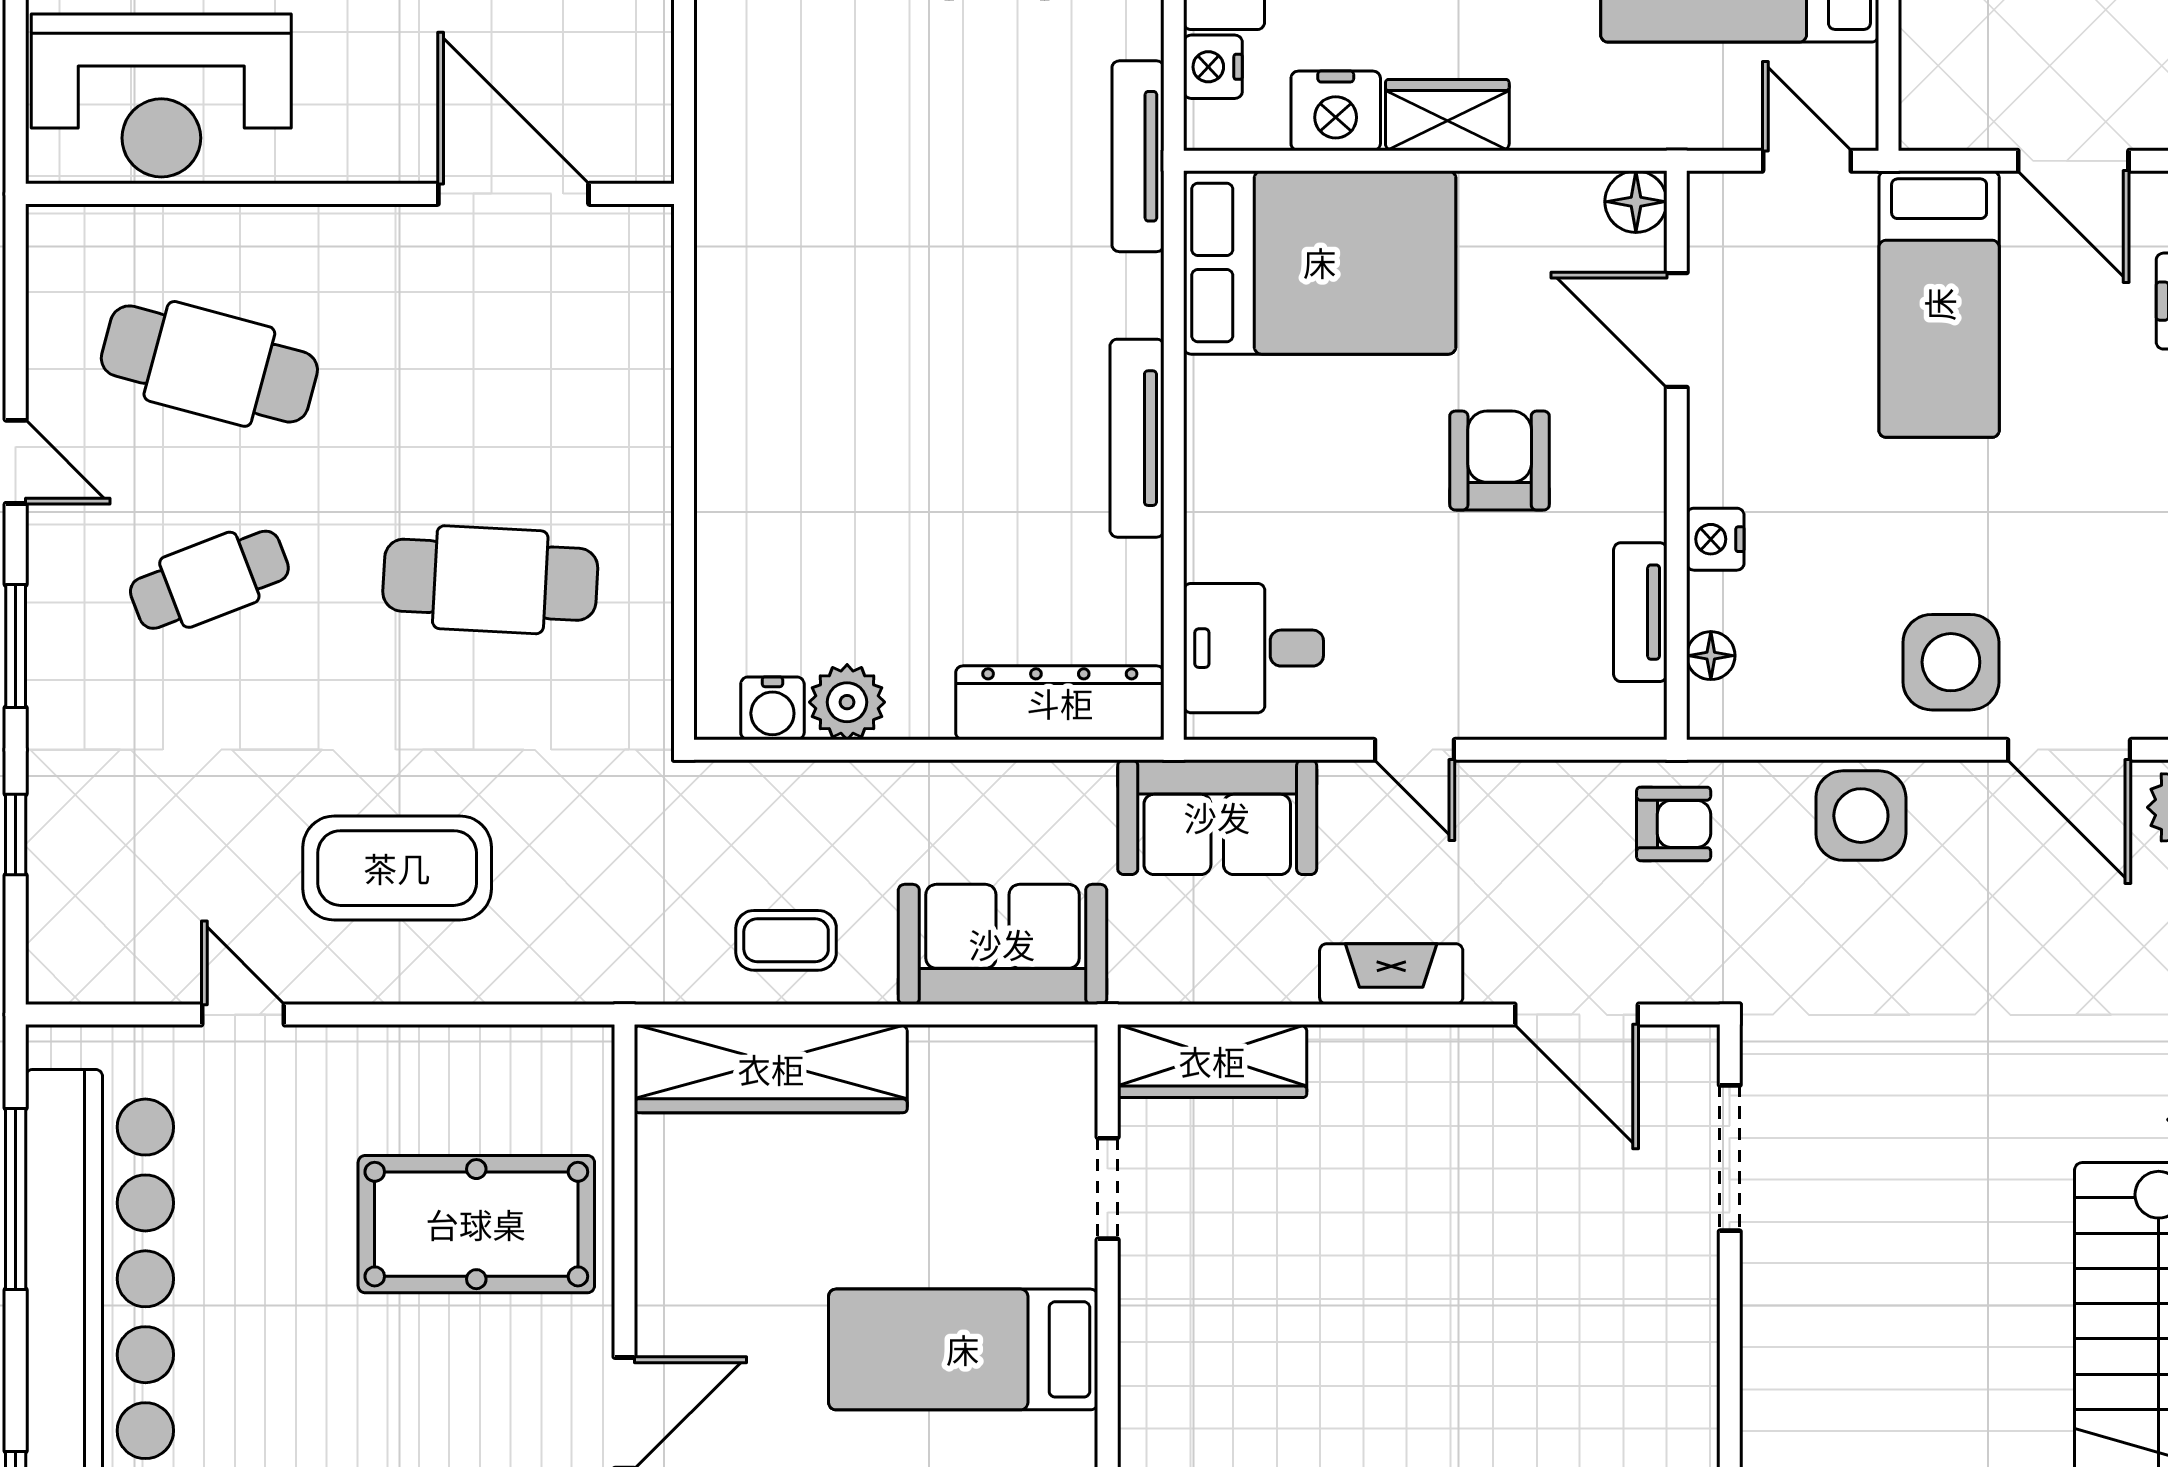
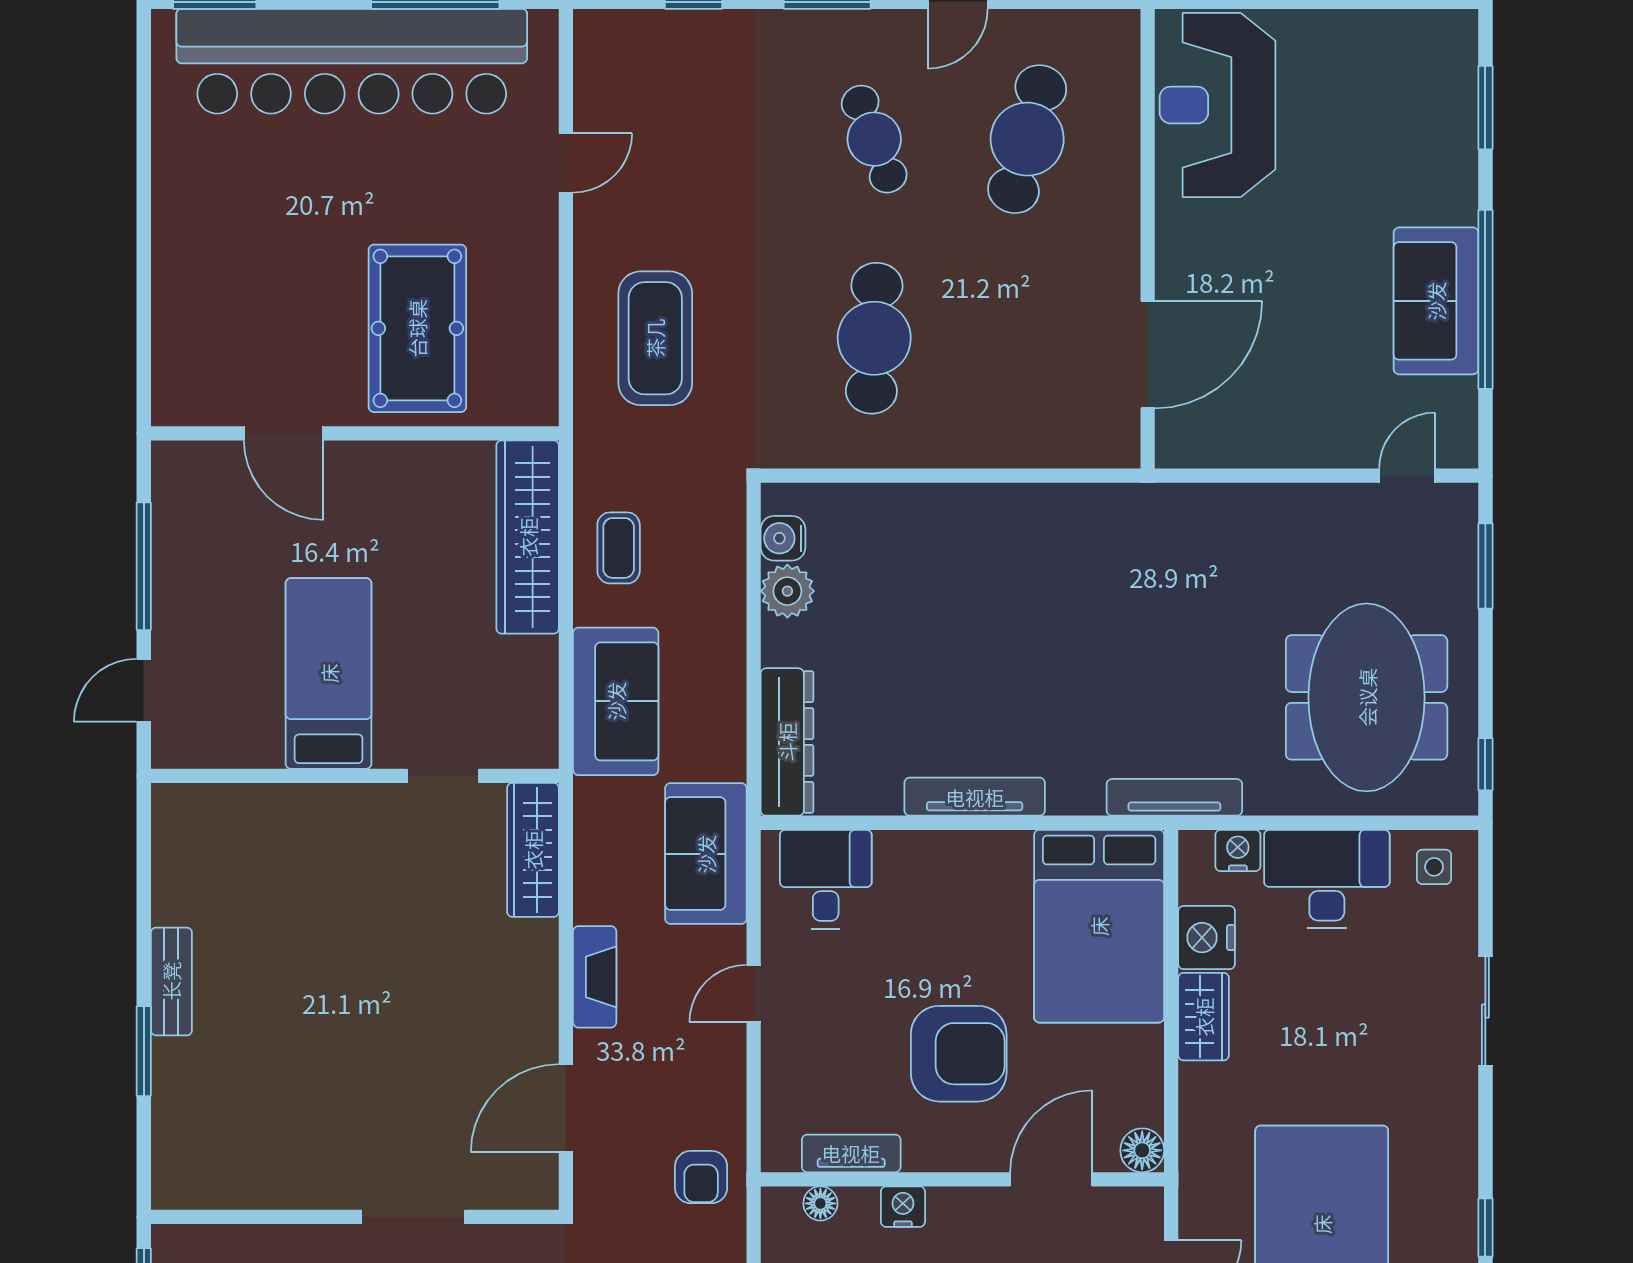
armchair: (1500, 461) -> (959, 1054), width x1.36, depth x1.36
coffee table: (397, 868) -> (655, 338), moved
doorway: (1730, 1158) -> (413, 1217), moved

